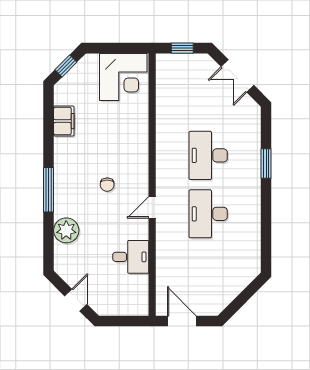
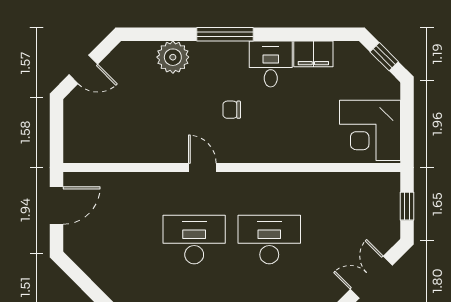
desk: (131, 257) -> (271, 64), moved, turned 180

